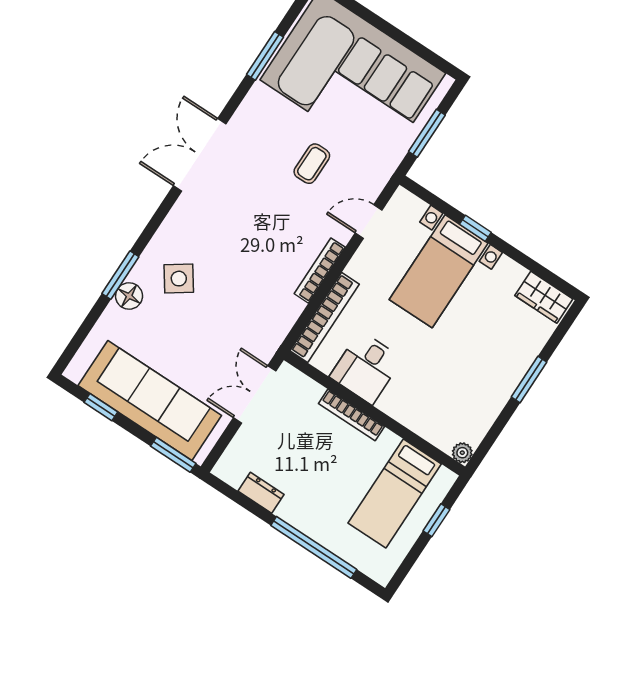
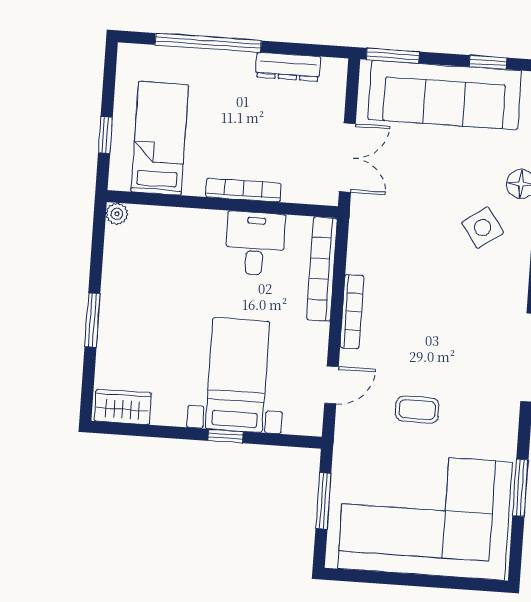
coffee table: (312, 164) -> (417, 410), turned 90
dresser: (261, 493) -> (288, 67), width x1.44

